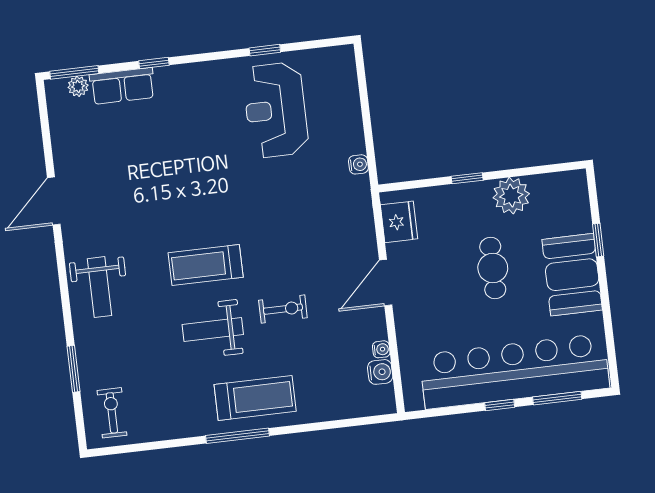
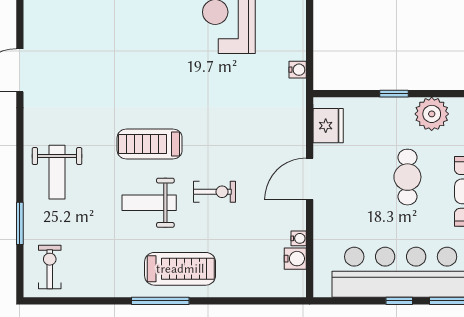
weight bench: (100, 287) -> (57, 172), moved

